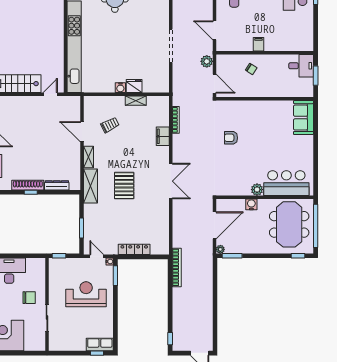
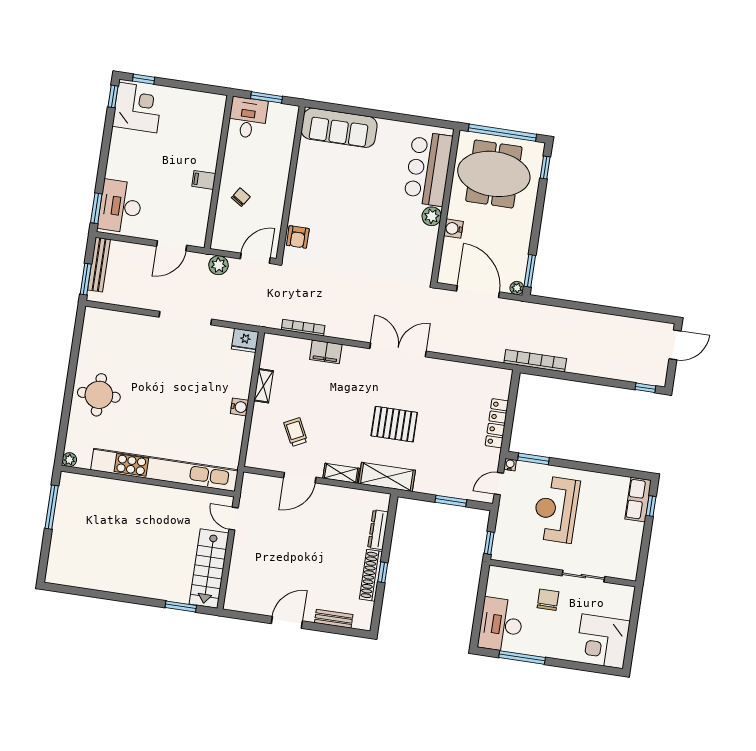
fridge: (134, 86) -> (245, 340), moved, turned -90
sofa: (304, 118) -> (339, 128), width x1.36
armchair: (231, 138) -> (298, 237), moved

